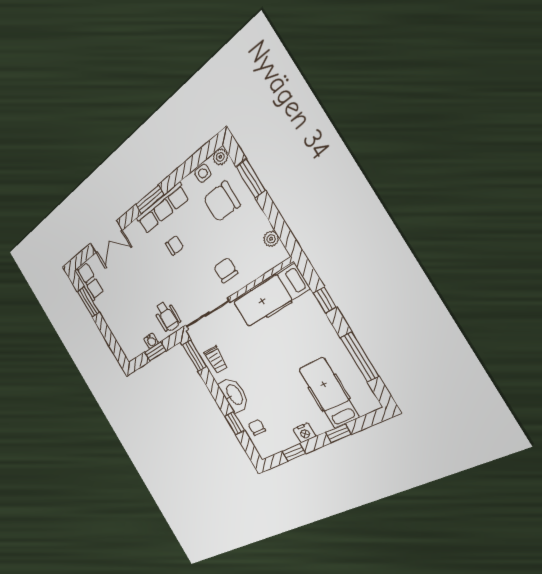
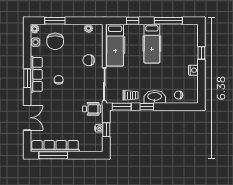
row of seats: (89, 282) -> (55, 146), width x2.02
window: (88, 302) -> (53, 155), width x1.44
hospital bed: (329, 393) -> (152, 44), moved, turned -90
window: (234, 423) -> (147, 107), moved
window: (294, 452) -> (201, 82), removed

